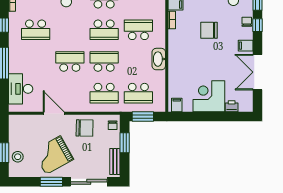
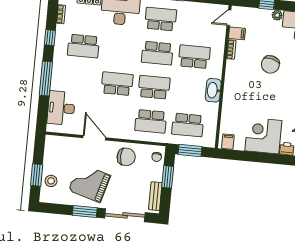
chair: (209, 30) -> (270, 64), turned -76
grand piano: (53, 155) -> (90, 183), turned 45

